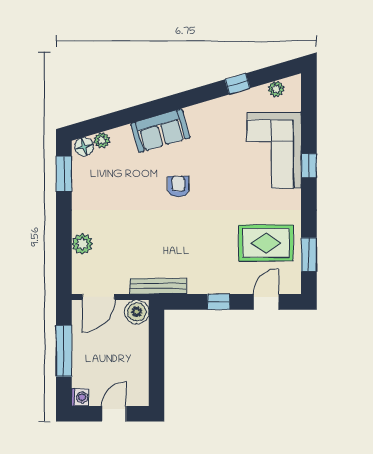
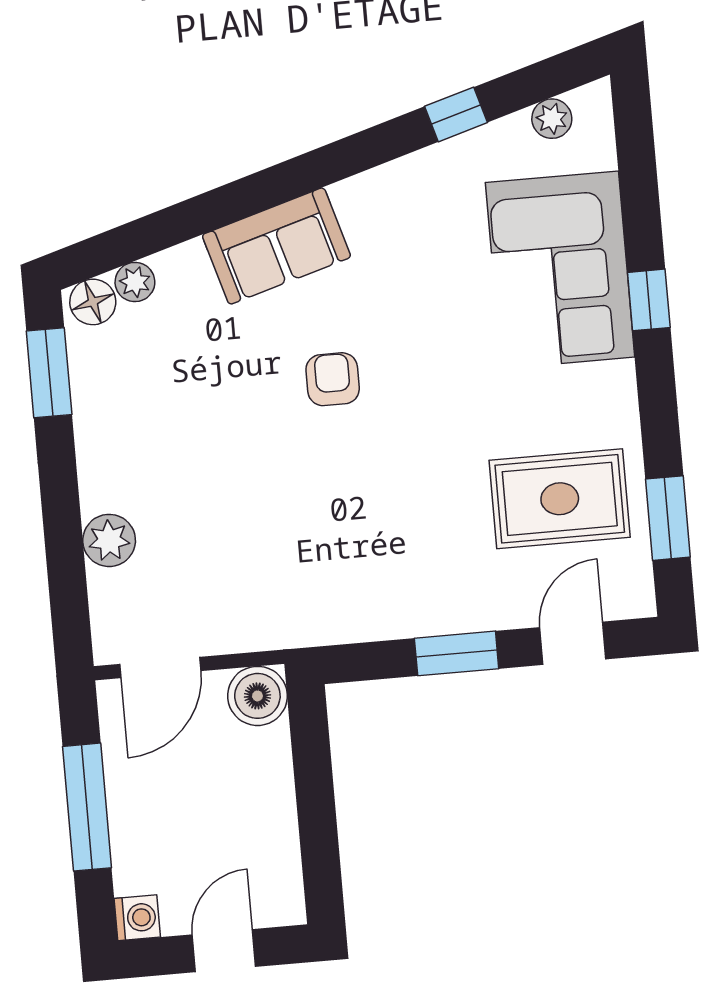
bench: (158, 286) -> (305, 628), removed
window: (219, 302) -> (457, 653), width x1.50

